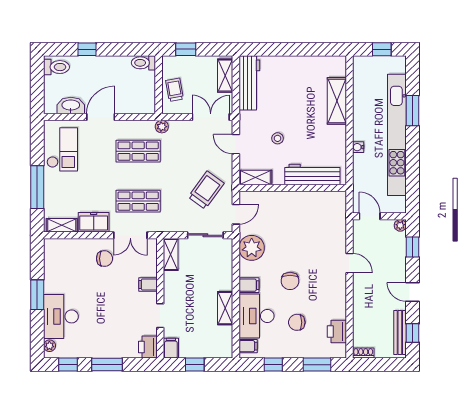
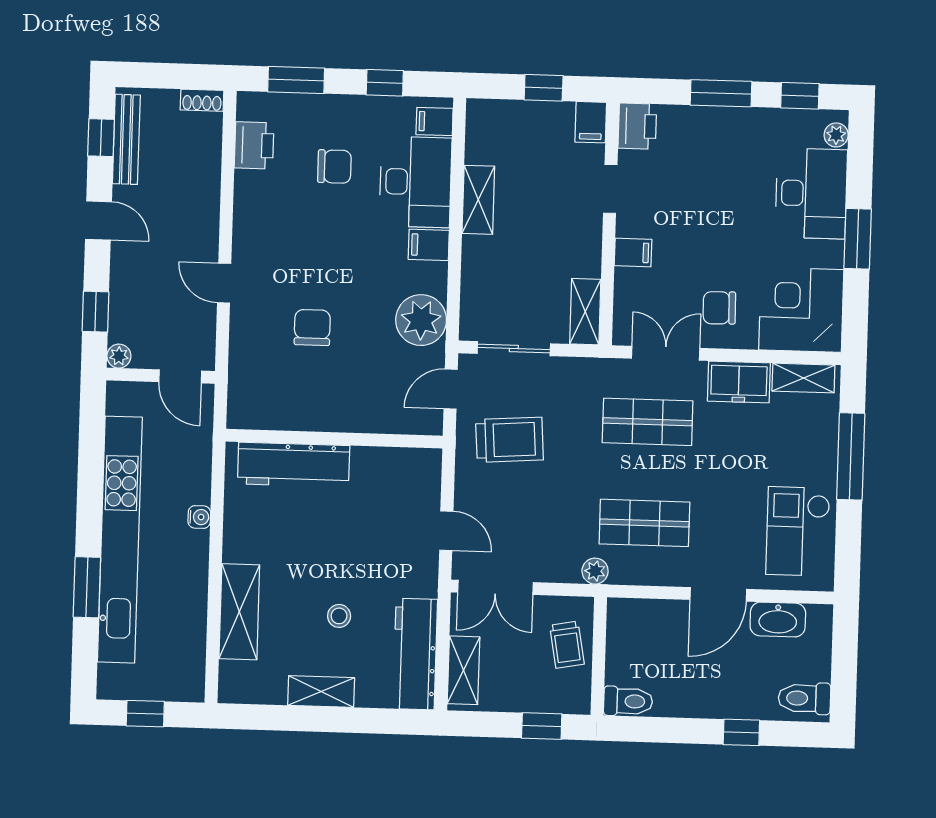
stool: (278, 138) -> (339, 616), moved
shelving: (255, 177) -> (321, 692), moved
trolley: (206, 190) -> (510, 440), turned -130
corner desk: (64, 259) -> (801, 310), added
chair: (290, 281) -> (312, 327), moved

